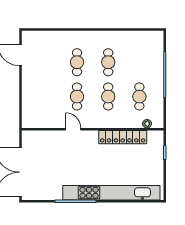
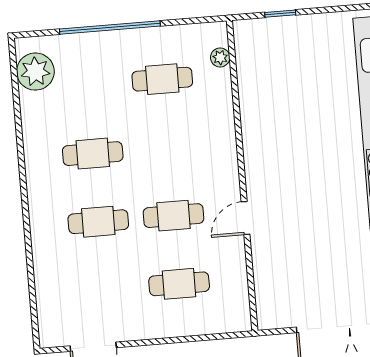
plant: (148, 39) -> (35, 72), added
cafe table: (108, 97) -> (179, 284), moved
locker: (123, 137) -> (254, 108), removed

